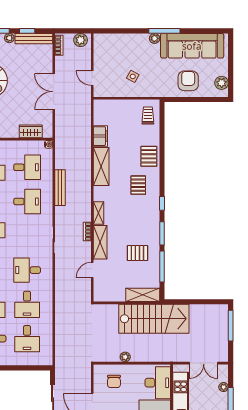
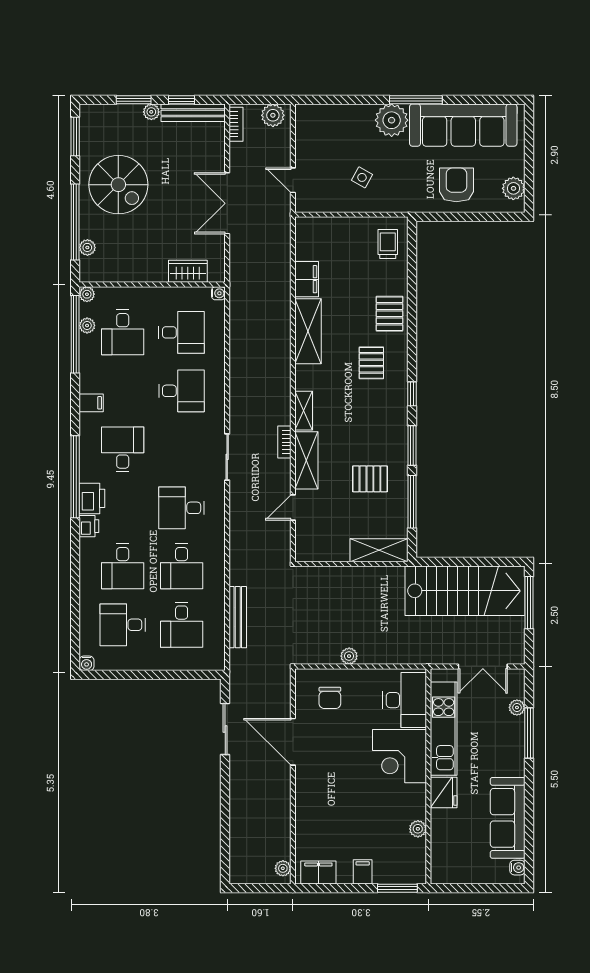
plant: (155, 38) -> (392, 120), width x1.88, depth x1.88
bench: (60, 188) -> (238, 617), moved
stairs: (154, 319) -> (465, 591), moved

